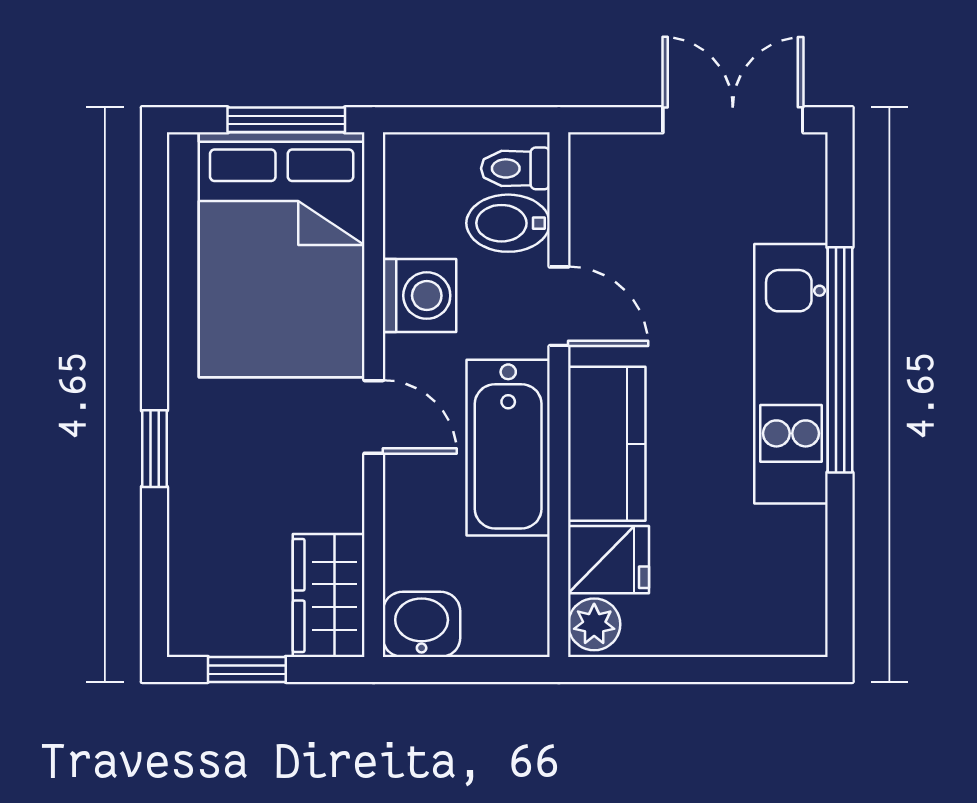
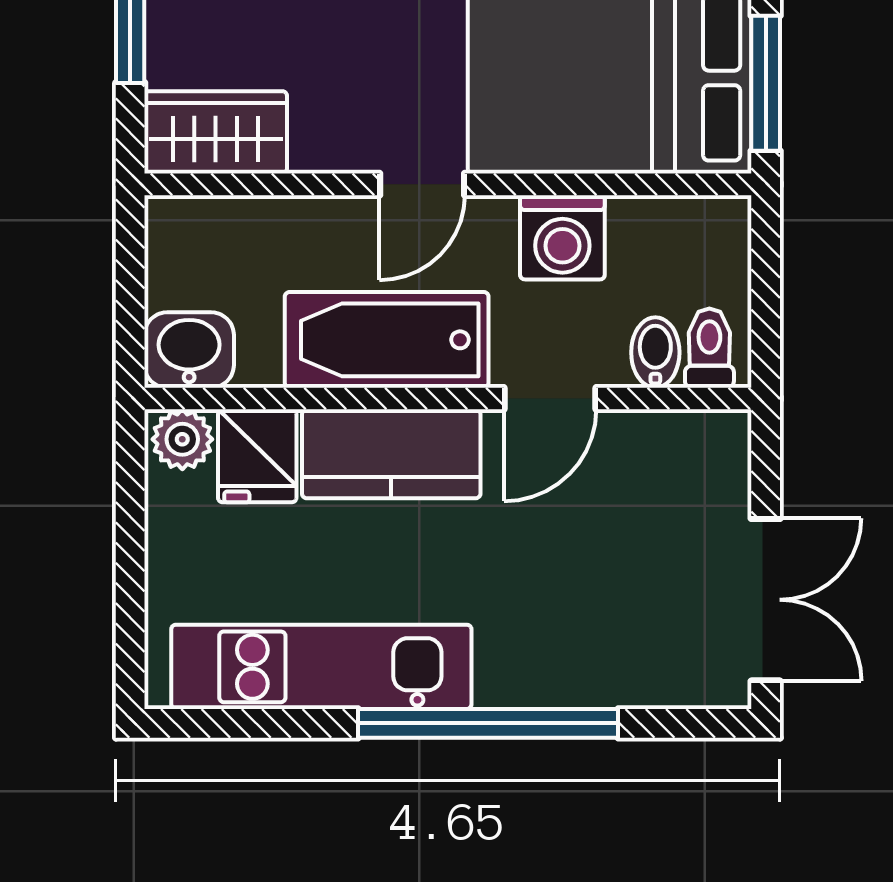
bidet: (508, 223) -> (655, 352), width x0.72, depth x0.74
kitchen unit: (791, 374) -> (321, 667), moved
washbasin: (422, 624) -> (189, 350), moved, turned -90

